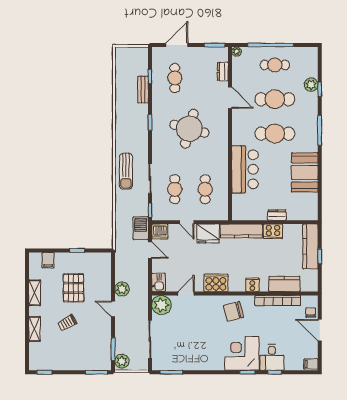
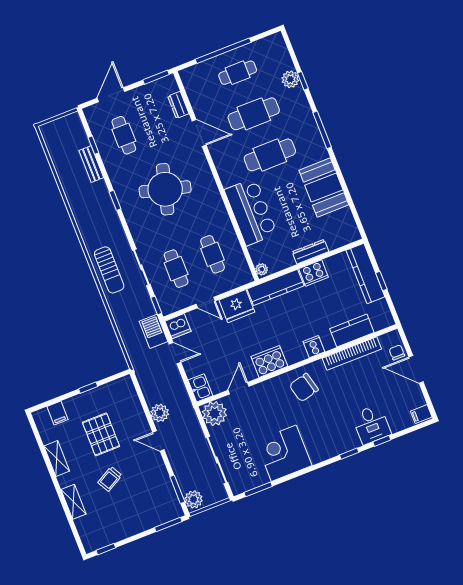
plant: (237, 52) -> (262, 269), moved
dresser: (277, 215) -> (310, 252), width x1.44
corner desk: (242, 353) -> (284, 453), moved

